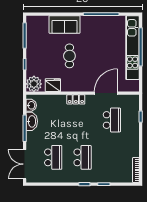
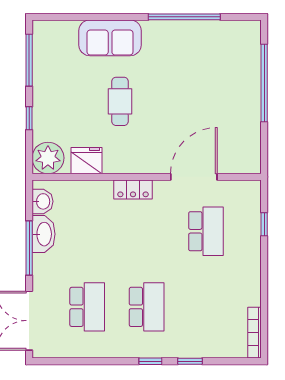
kitchen unit: (132, 48) -> (248, 85), removed

